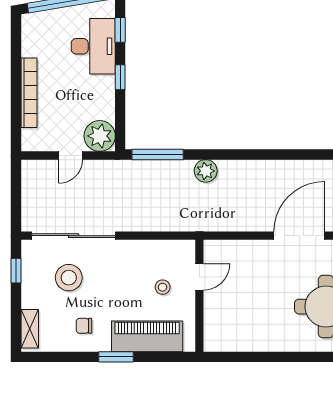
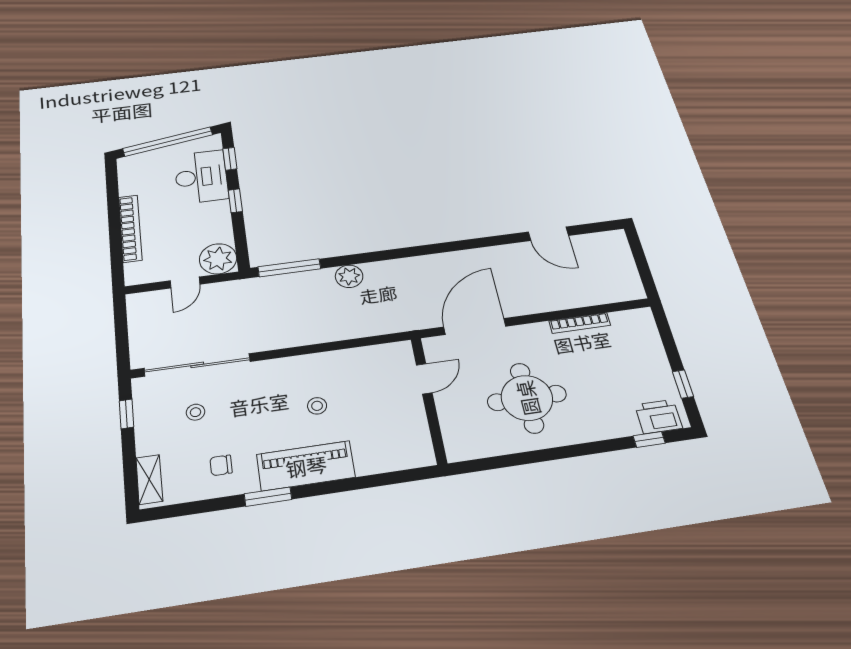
door: (199, 277) -> (424, 379), moved
stool: (69, 278) -> (195, 412), width x0.53, depth x0.53
wall: (199, 296) -> (429, 400), moved

